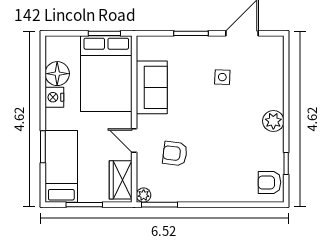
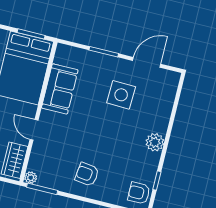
side table: (222, 77) -> (121, 95), width x1.87, depth x1.87
armchair: (175, 153) -> (87, 174), moved

